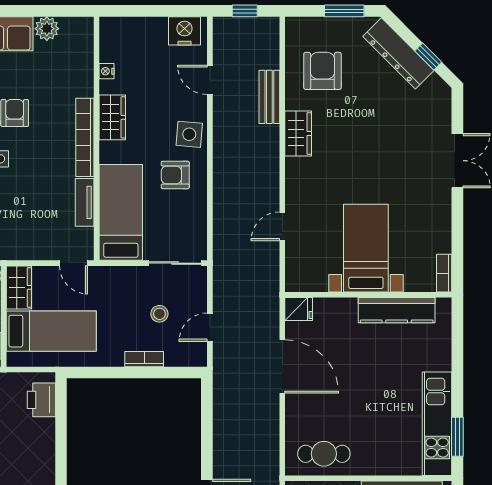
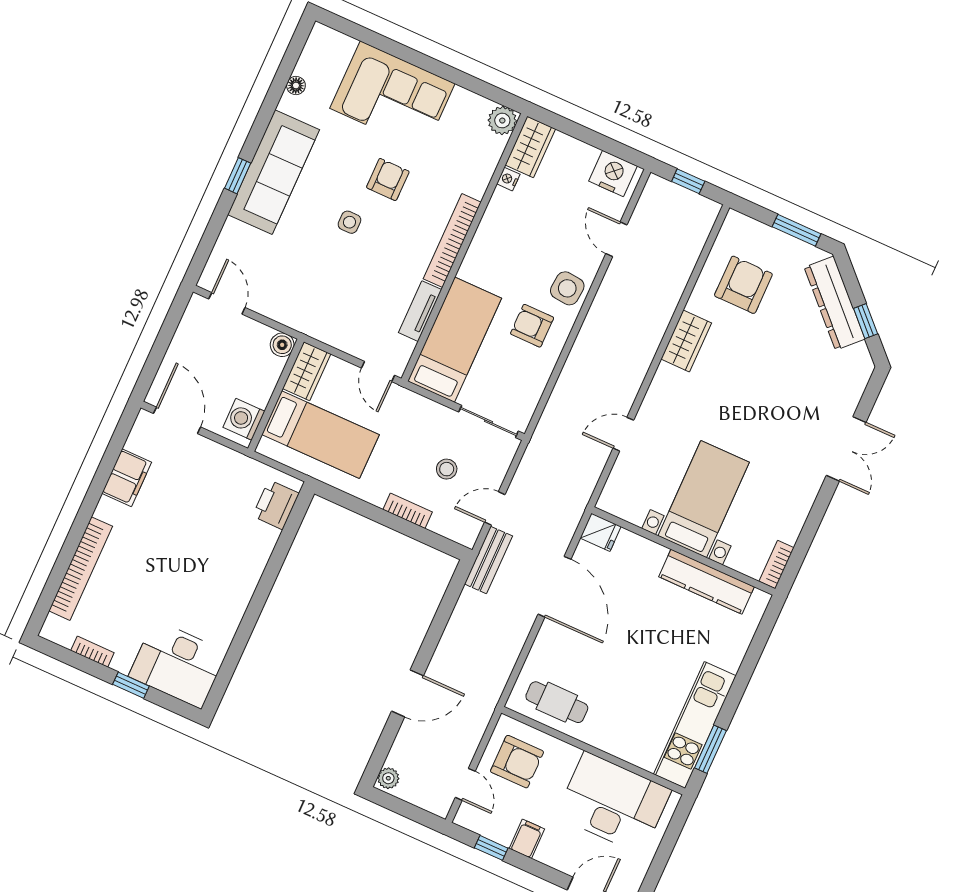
plant: (47, 29) -> (502, 121), moved
bench: (269, 97) -> (488, 560), moved
wardrobe: (112, 117) -> (530, 147), moved

